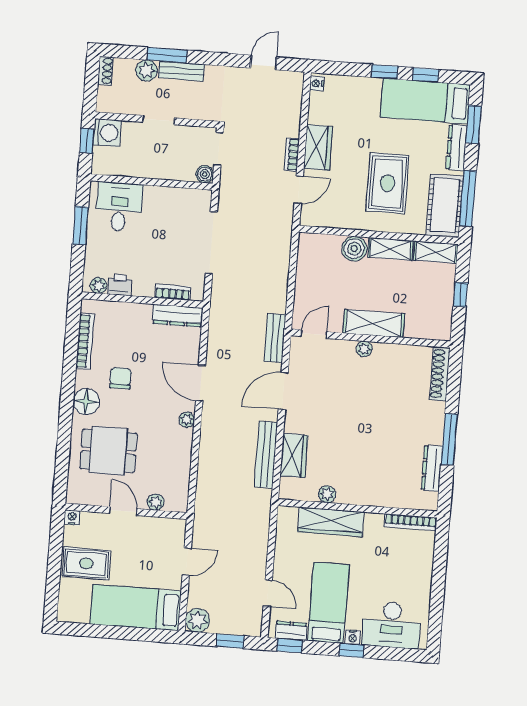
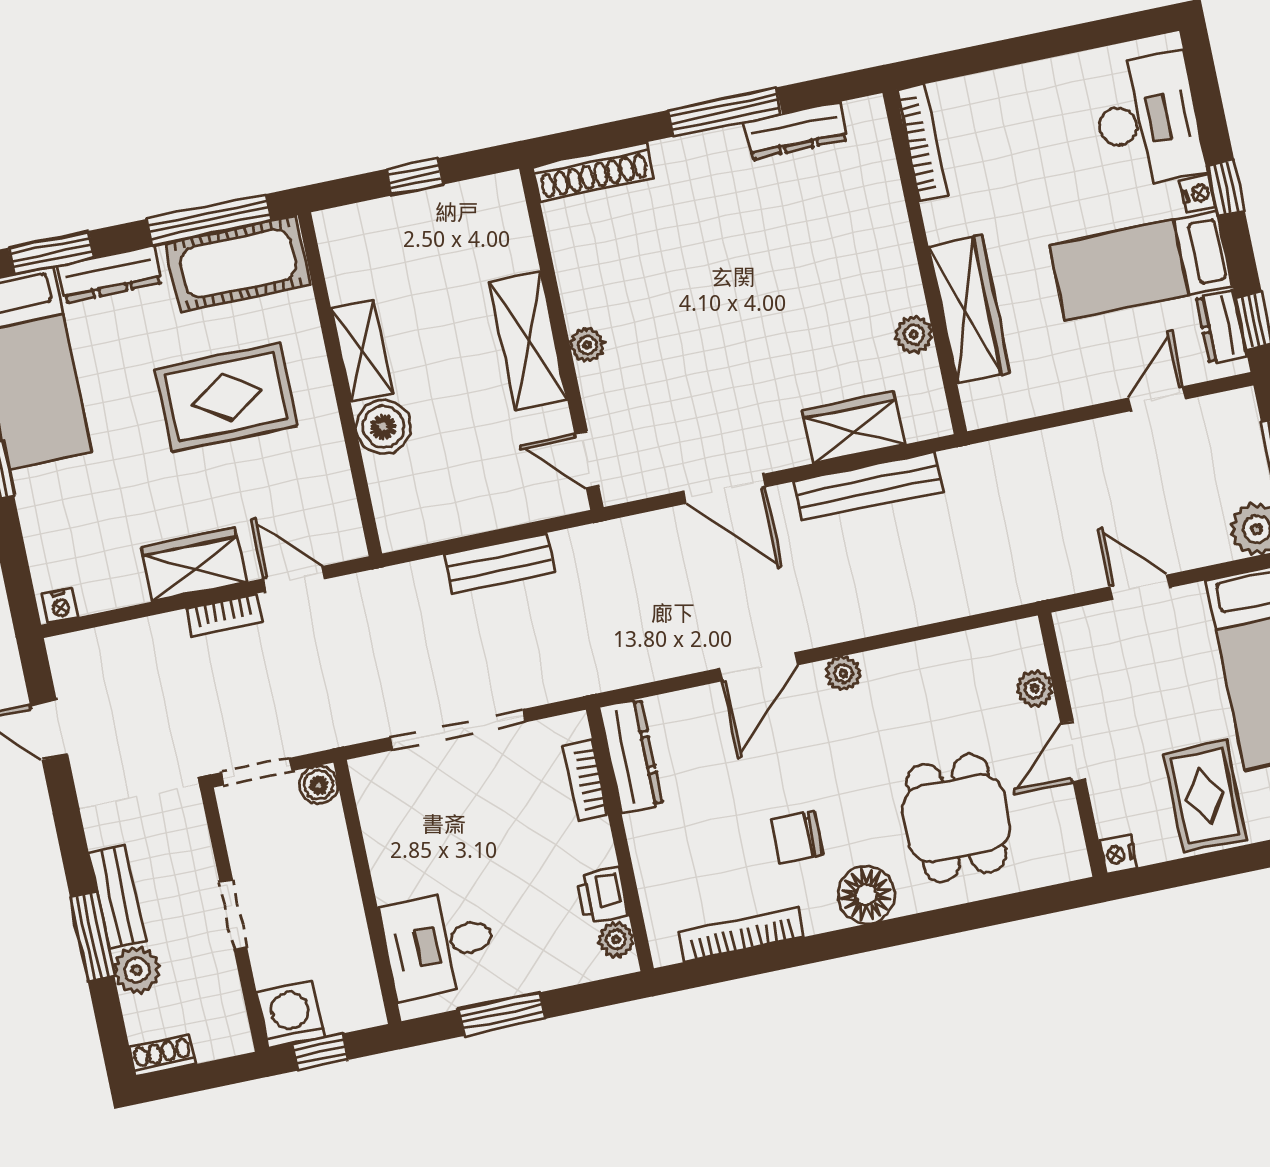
shelving: (436, 252) -> (341, 254), removed
bench: (275, 338) -> (500, 563), moved

